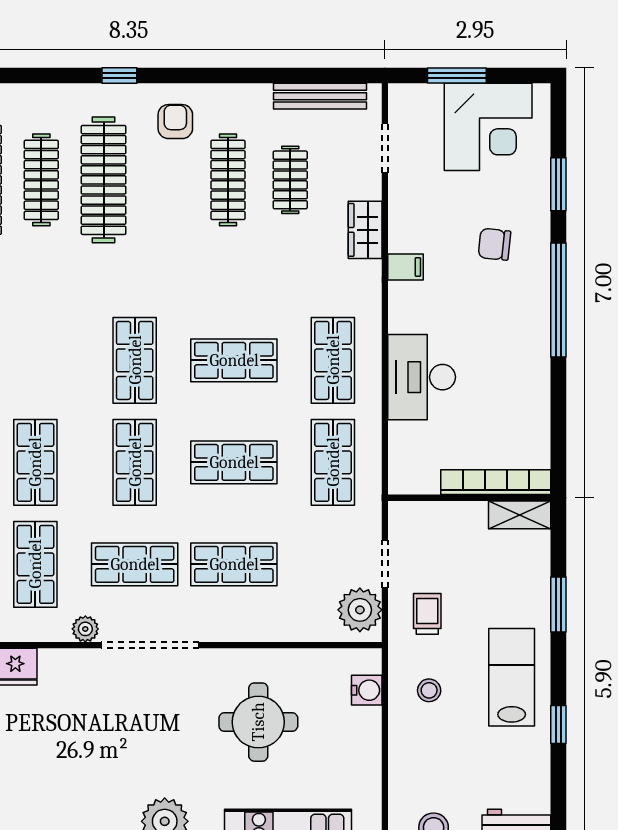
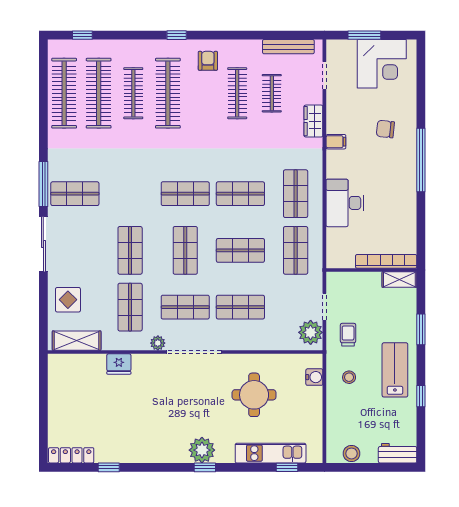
window: (558, 184) -> (421, 96), removed
shop shelf: (135, 360) -> (185, 194), turned 90

